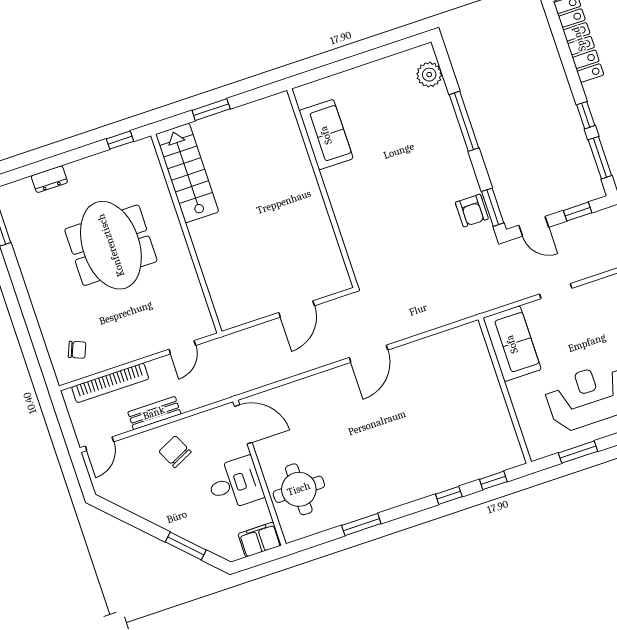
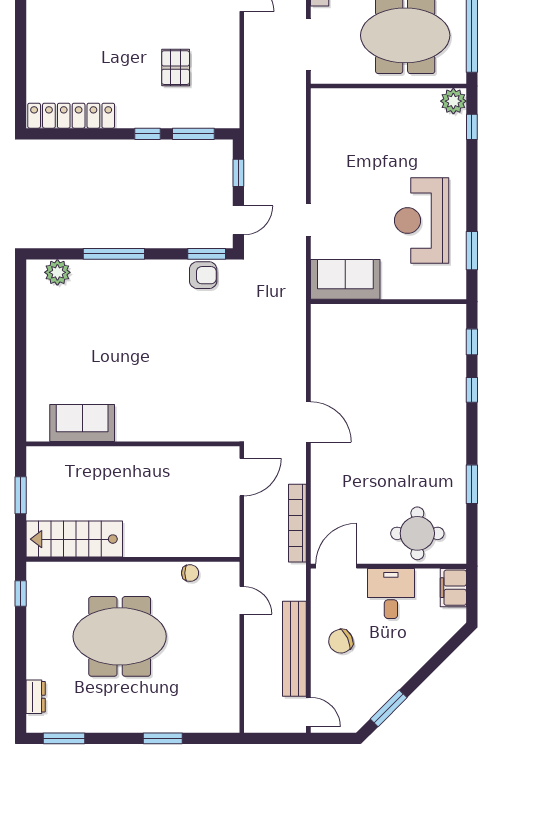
sofa: (326, 135) -> (82, 423), moved
dresser: (49, 179) -> (36, 697), moved
wall: (322, 188) -> (133, 444), moved
door: (297, 309) -> (242, 477), hinge flipped
window: (30, 317) -> (163, 738), added
chair: (77, 350) -> (190, 573), moved, turned 68
bookcase: (110, 383) -> (297, 523), moved, turned 180
bench: (154, 413) -> (294, 649), width x1.86, depth x1.21
window: (186, 546) -> (389, 708), moved

